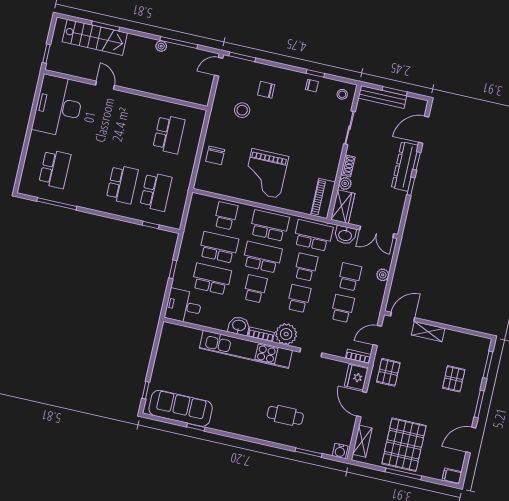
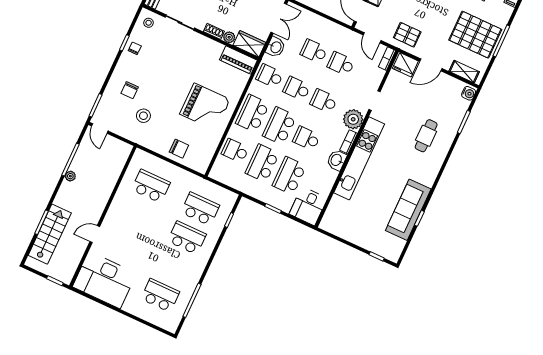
school desk: (313, 235) -> (270, 76), width x0.54
plant: (383, 275) -> (319, 21), removed
sofa: (181, 408) -> (408, 210), moved

